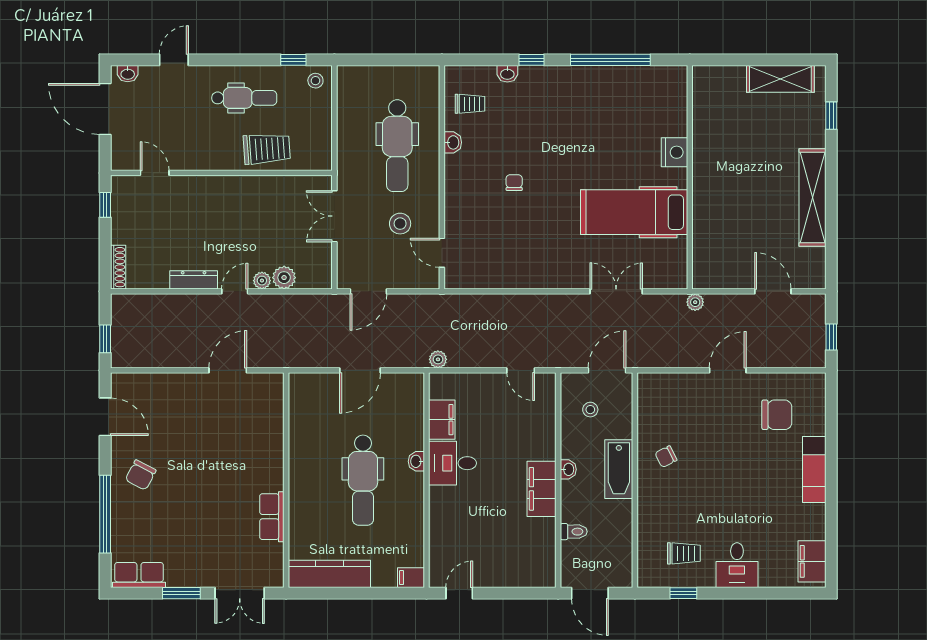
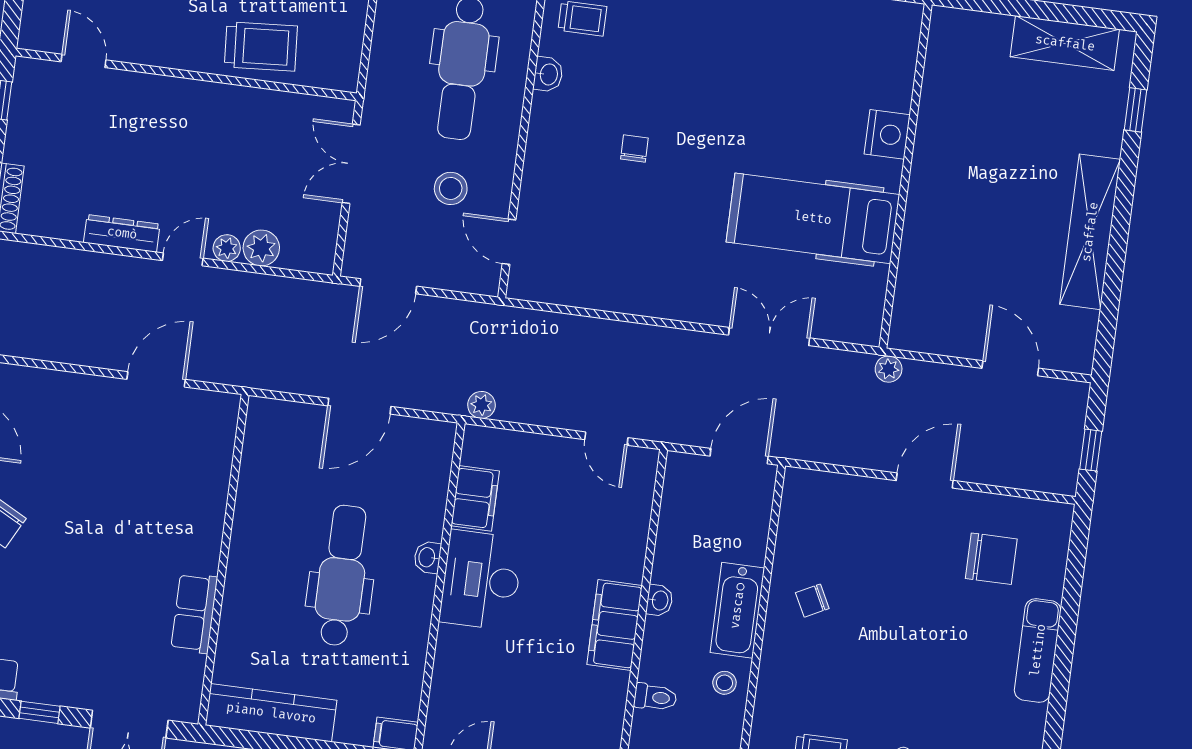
stool: (590, 410) -> (724, 683), moved
desk: (452, 463) -> (481, 580), width x1.37
dental chair: (363, 480) -> (342, 575), turned 180
window: (181, 593) -> (39, 712), width x0.67

